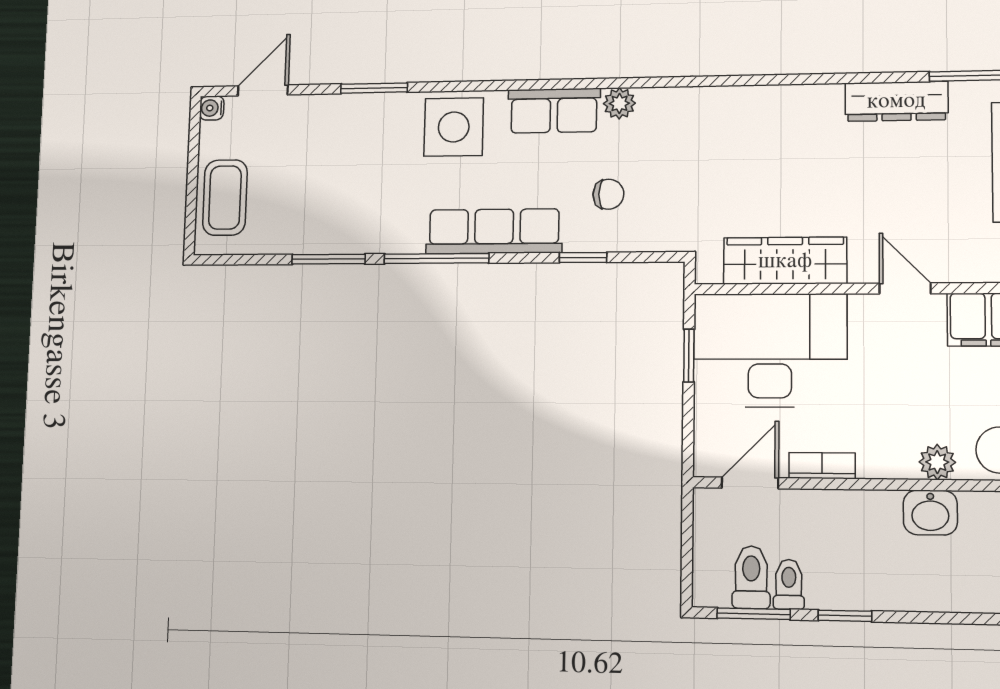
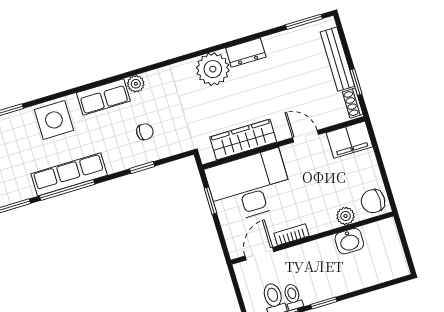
dresser: (896, 101) -> (246, 52), moved, width x0.70
plant: (768, 116) -> (213, 69), added
row of seats: (494, 231) -> (69, 174), moved

